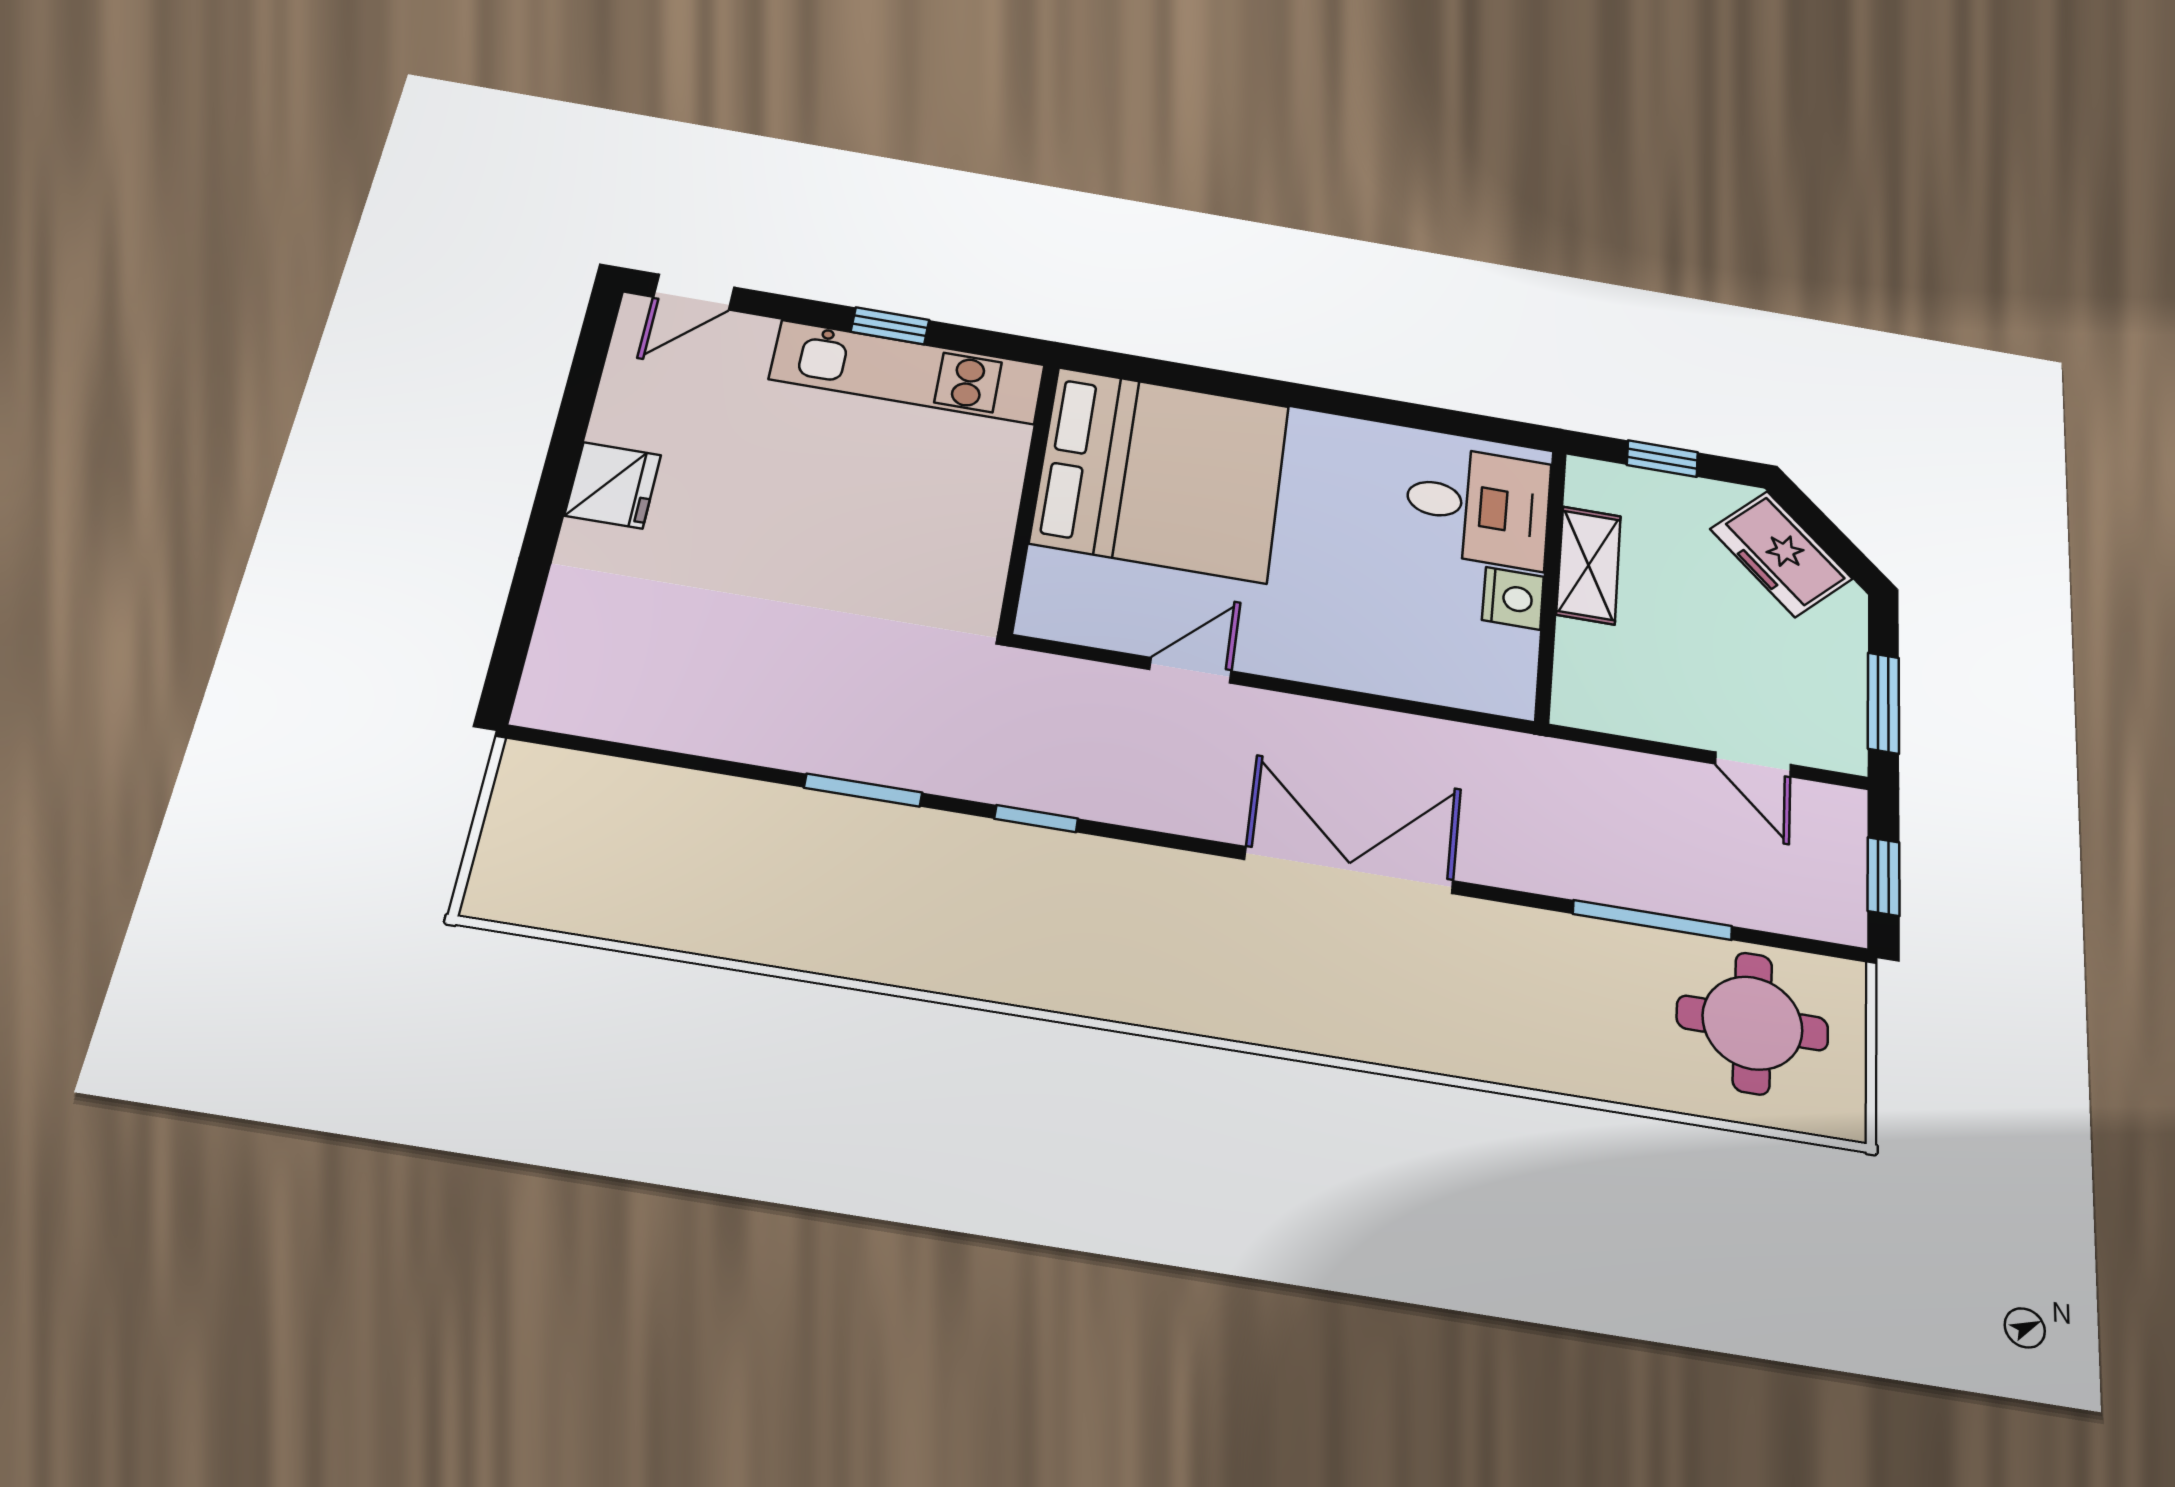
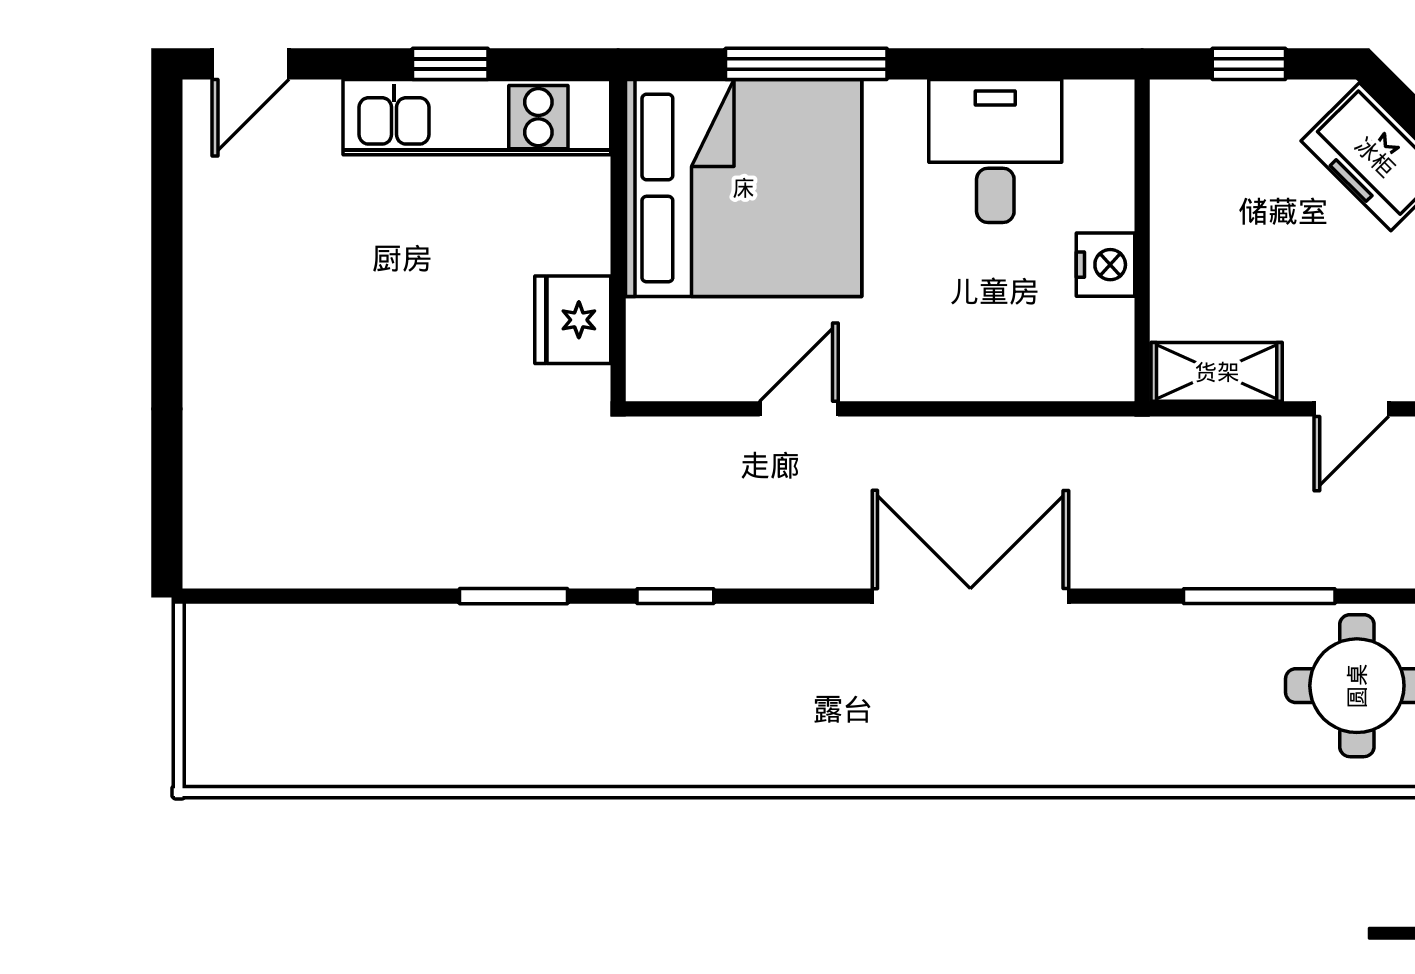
window: (1236, 385) -> (806, 64), added
fridge: (613, 485) -> (573, 320), moved, turned 180
desk: (1478, 506) -> (995, 151), moved, turned -90
shelving: (1589, 565) -> (1217, 372), moved, turned 90
door: (1753, 764) -> (1351, 409), hinge flipped

